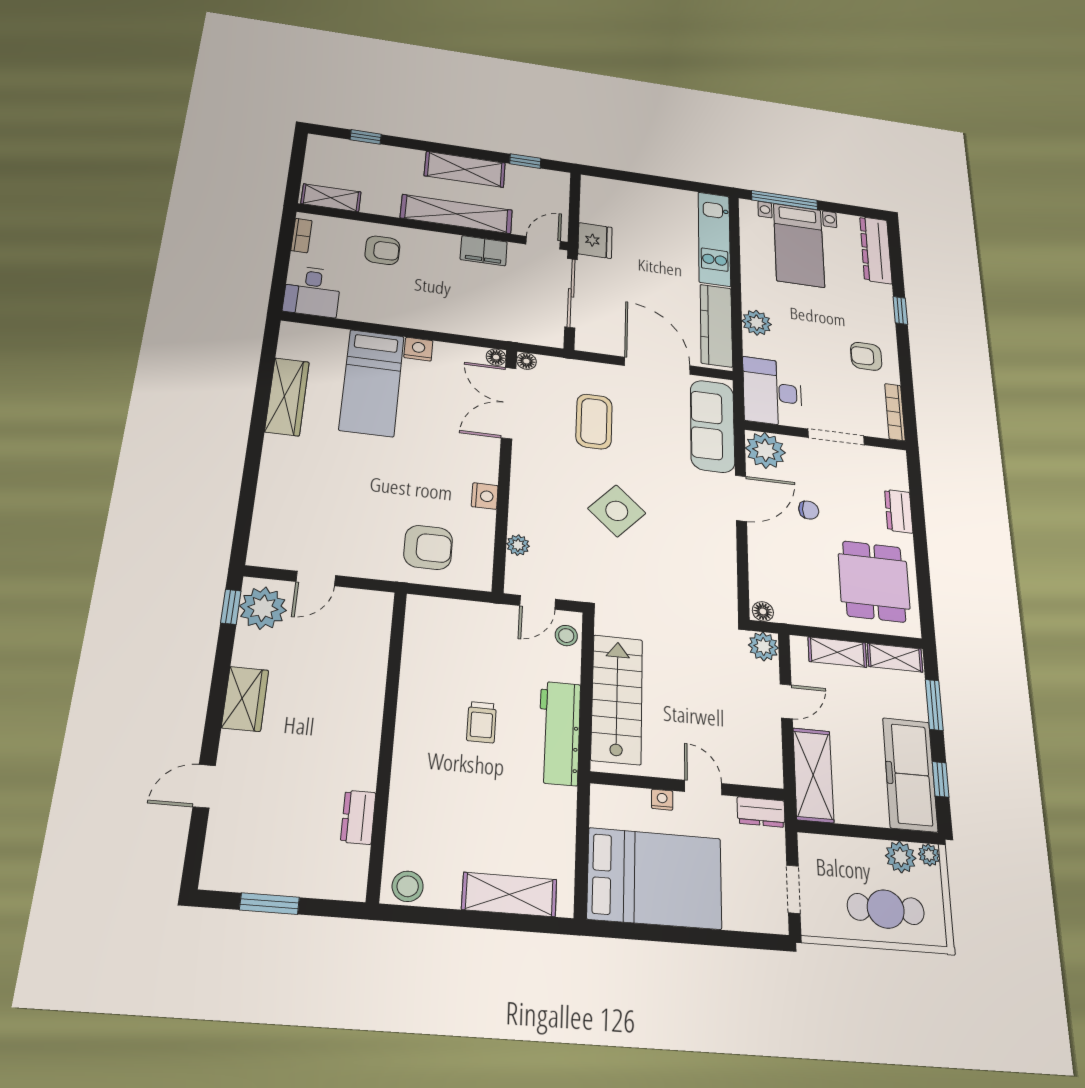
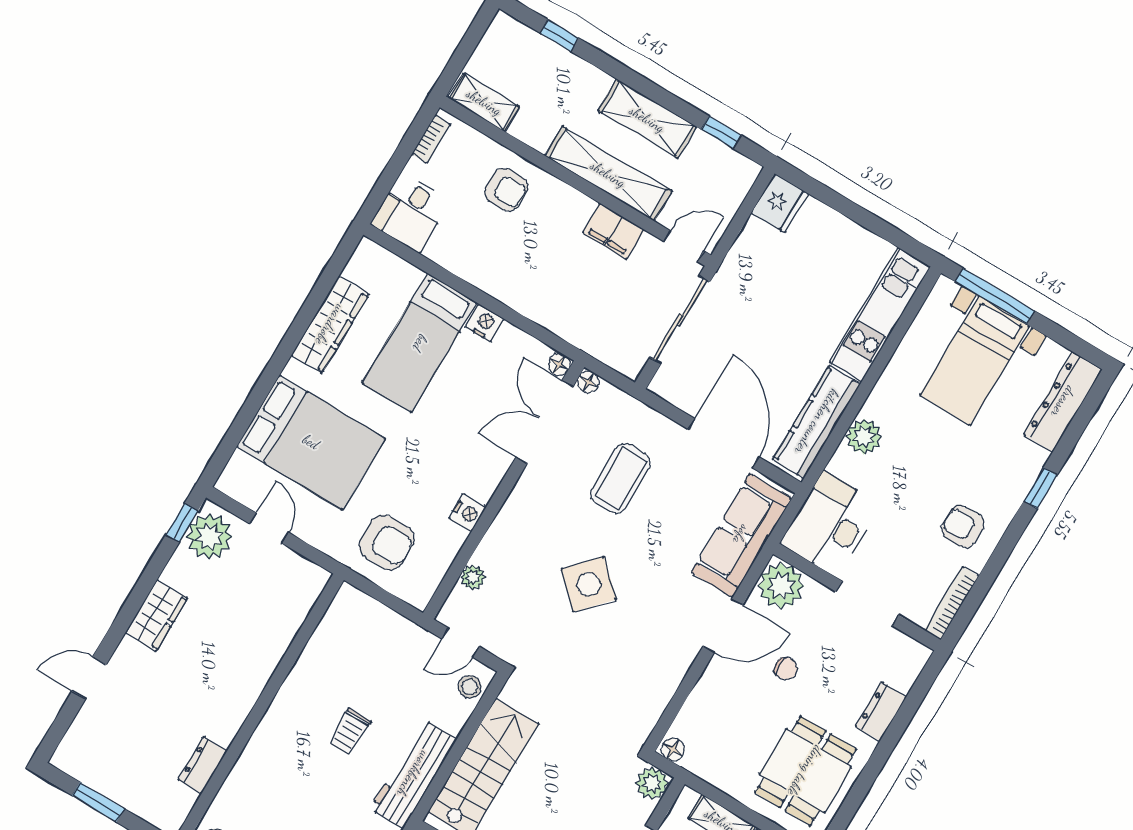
fridge: (595, 241) -> (780, 203), moved
bed: (318, 494) -> (311, 442), added
door: (316, 578) -> (269, 528), swing flipped

